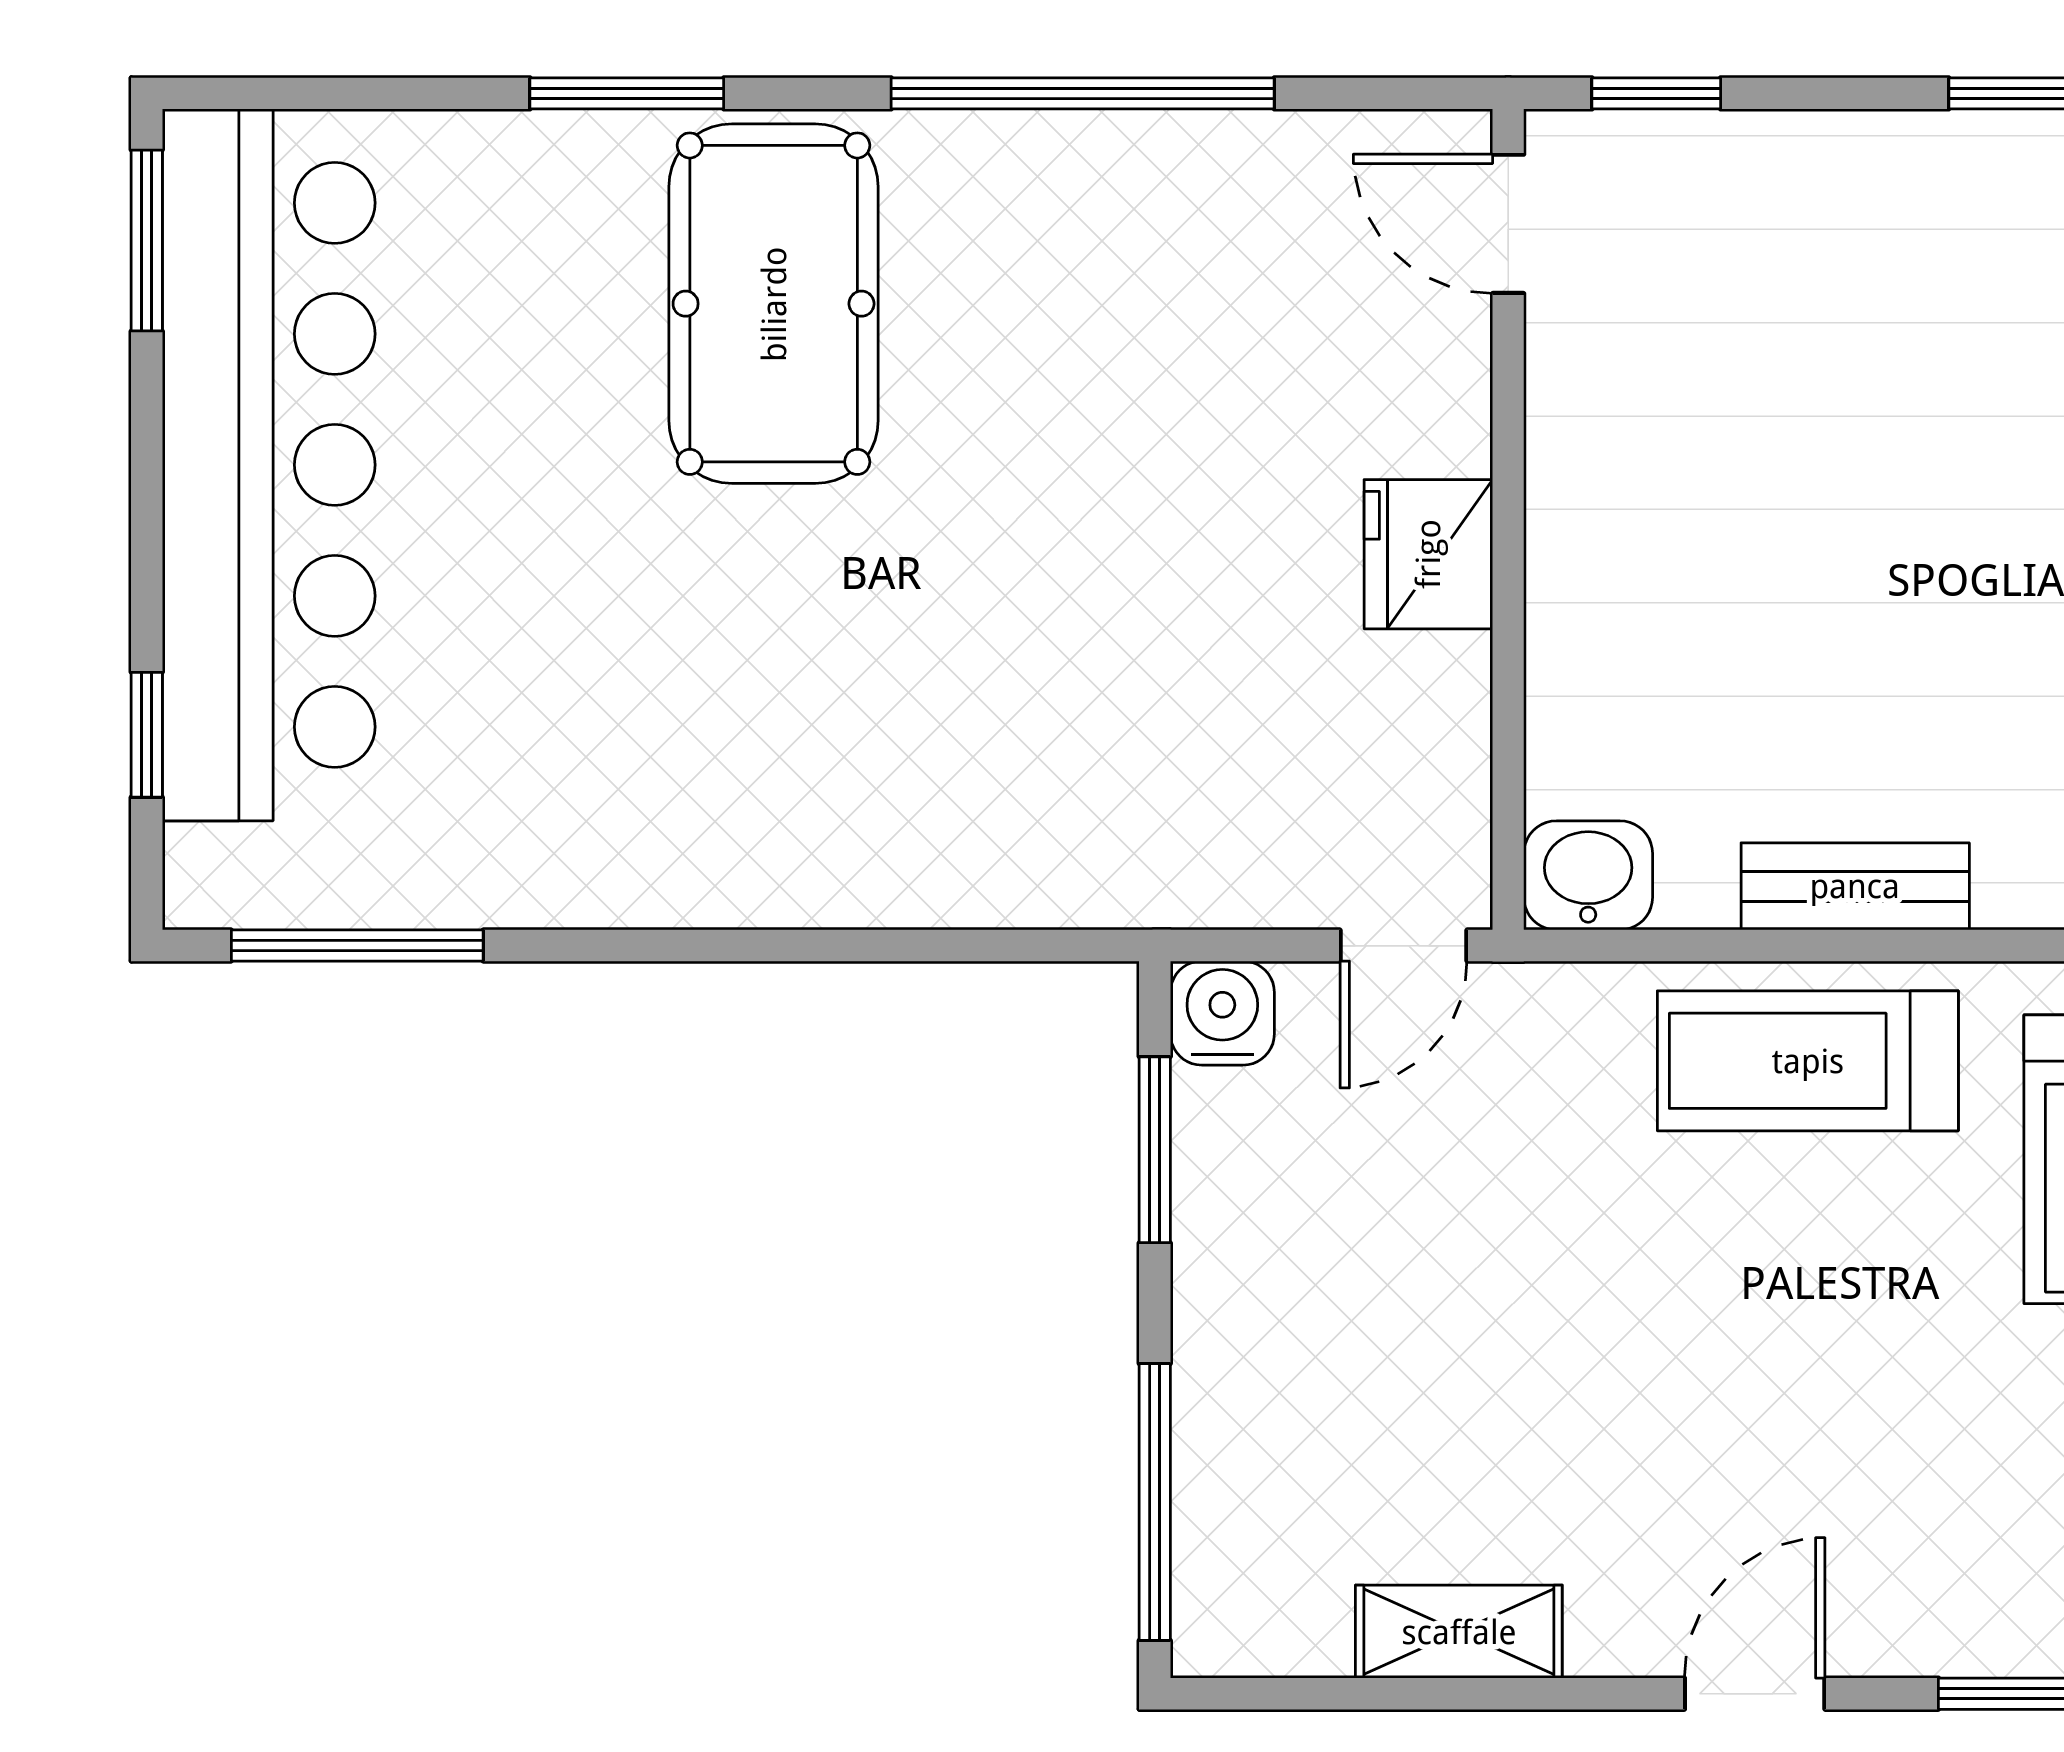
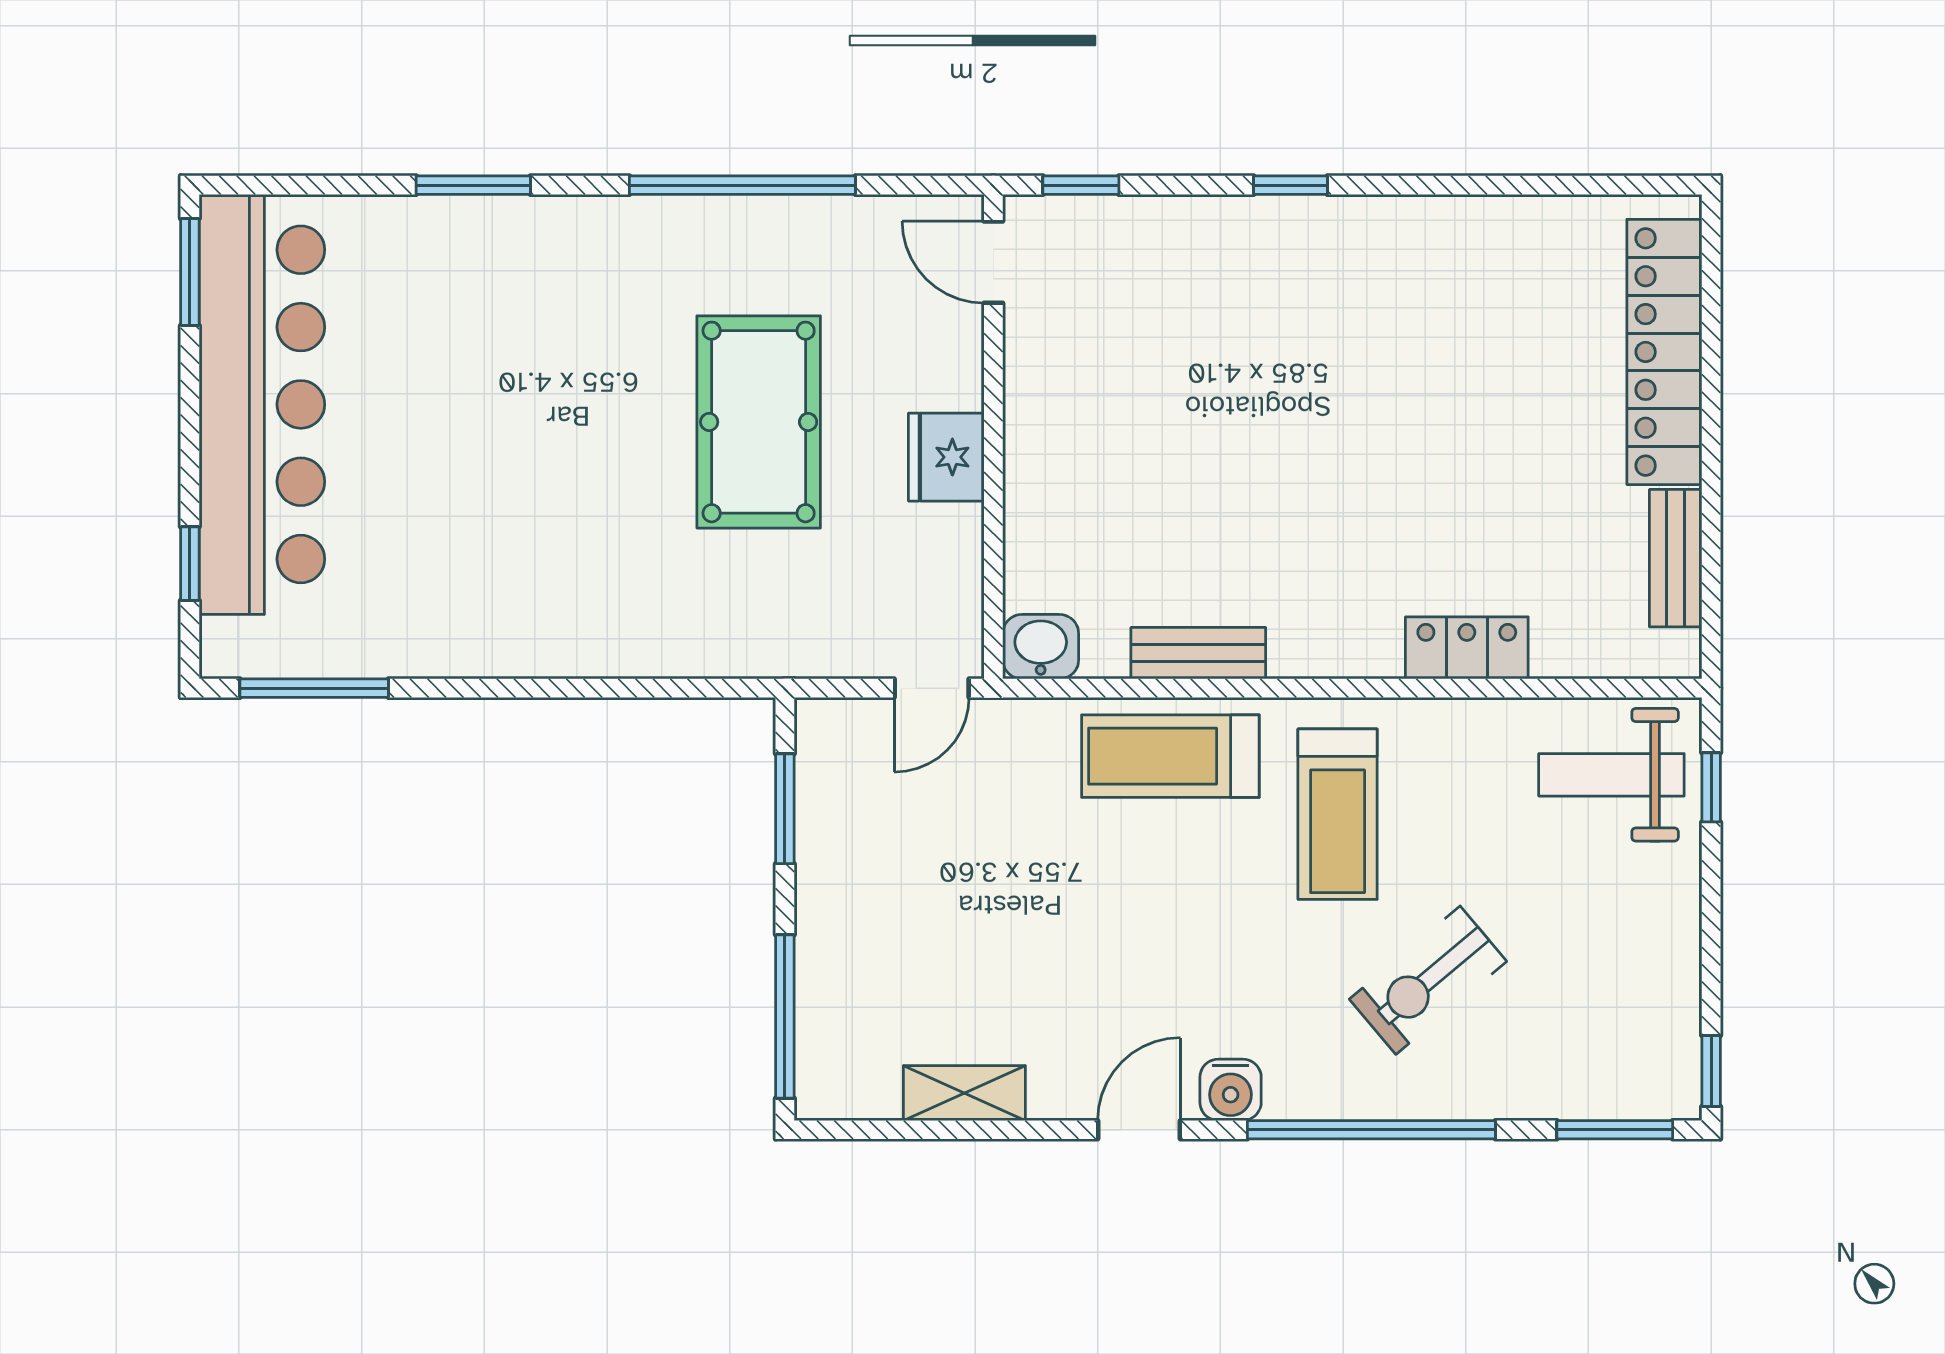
pool table: (774, 304) -> (759, 422), moved
water cooler: (1222, 1013) -> (1231, 1090), moved, turned 180

